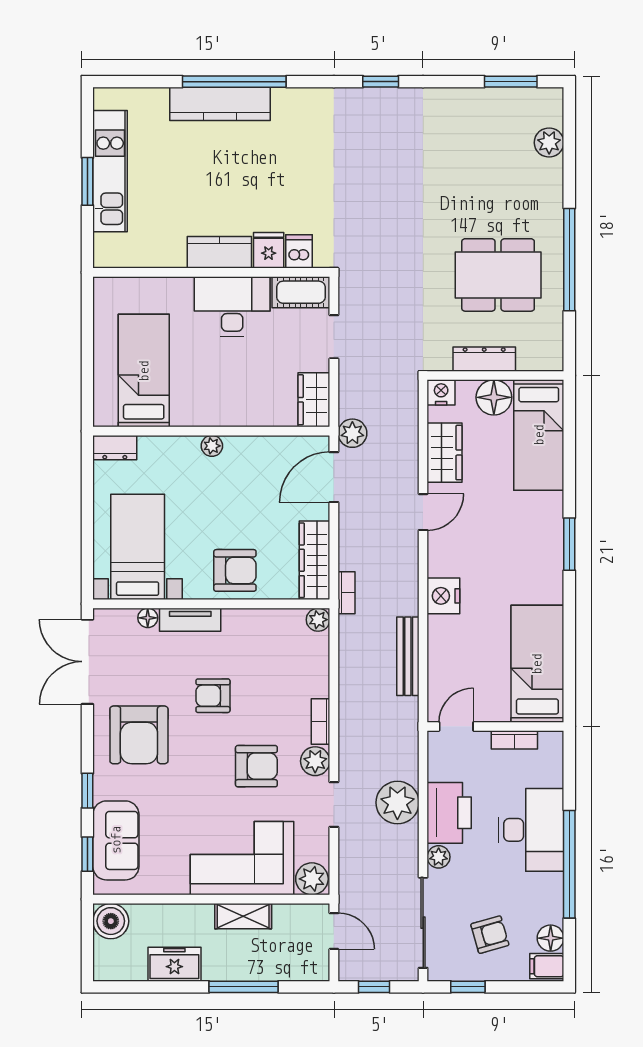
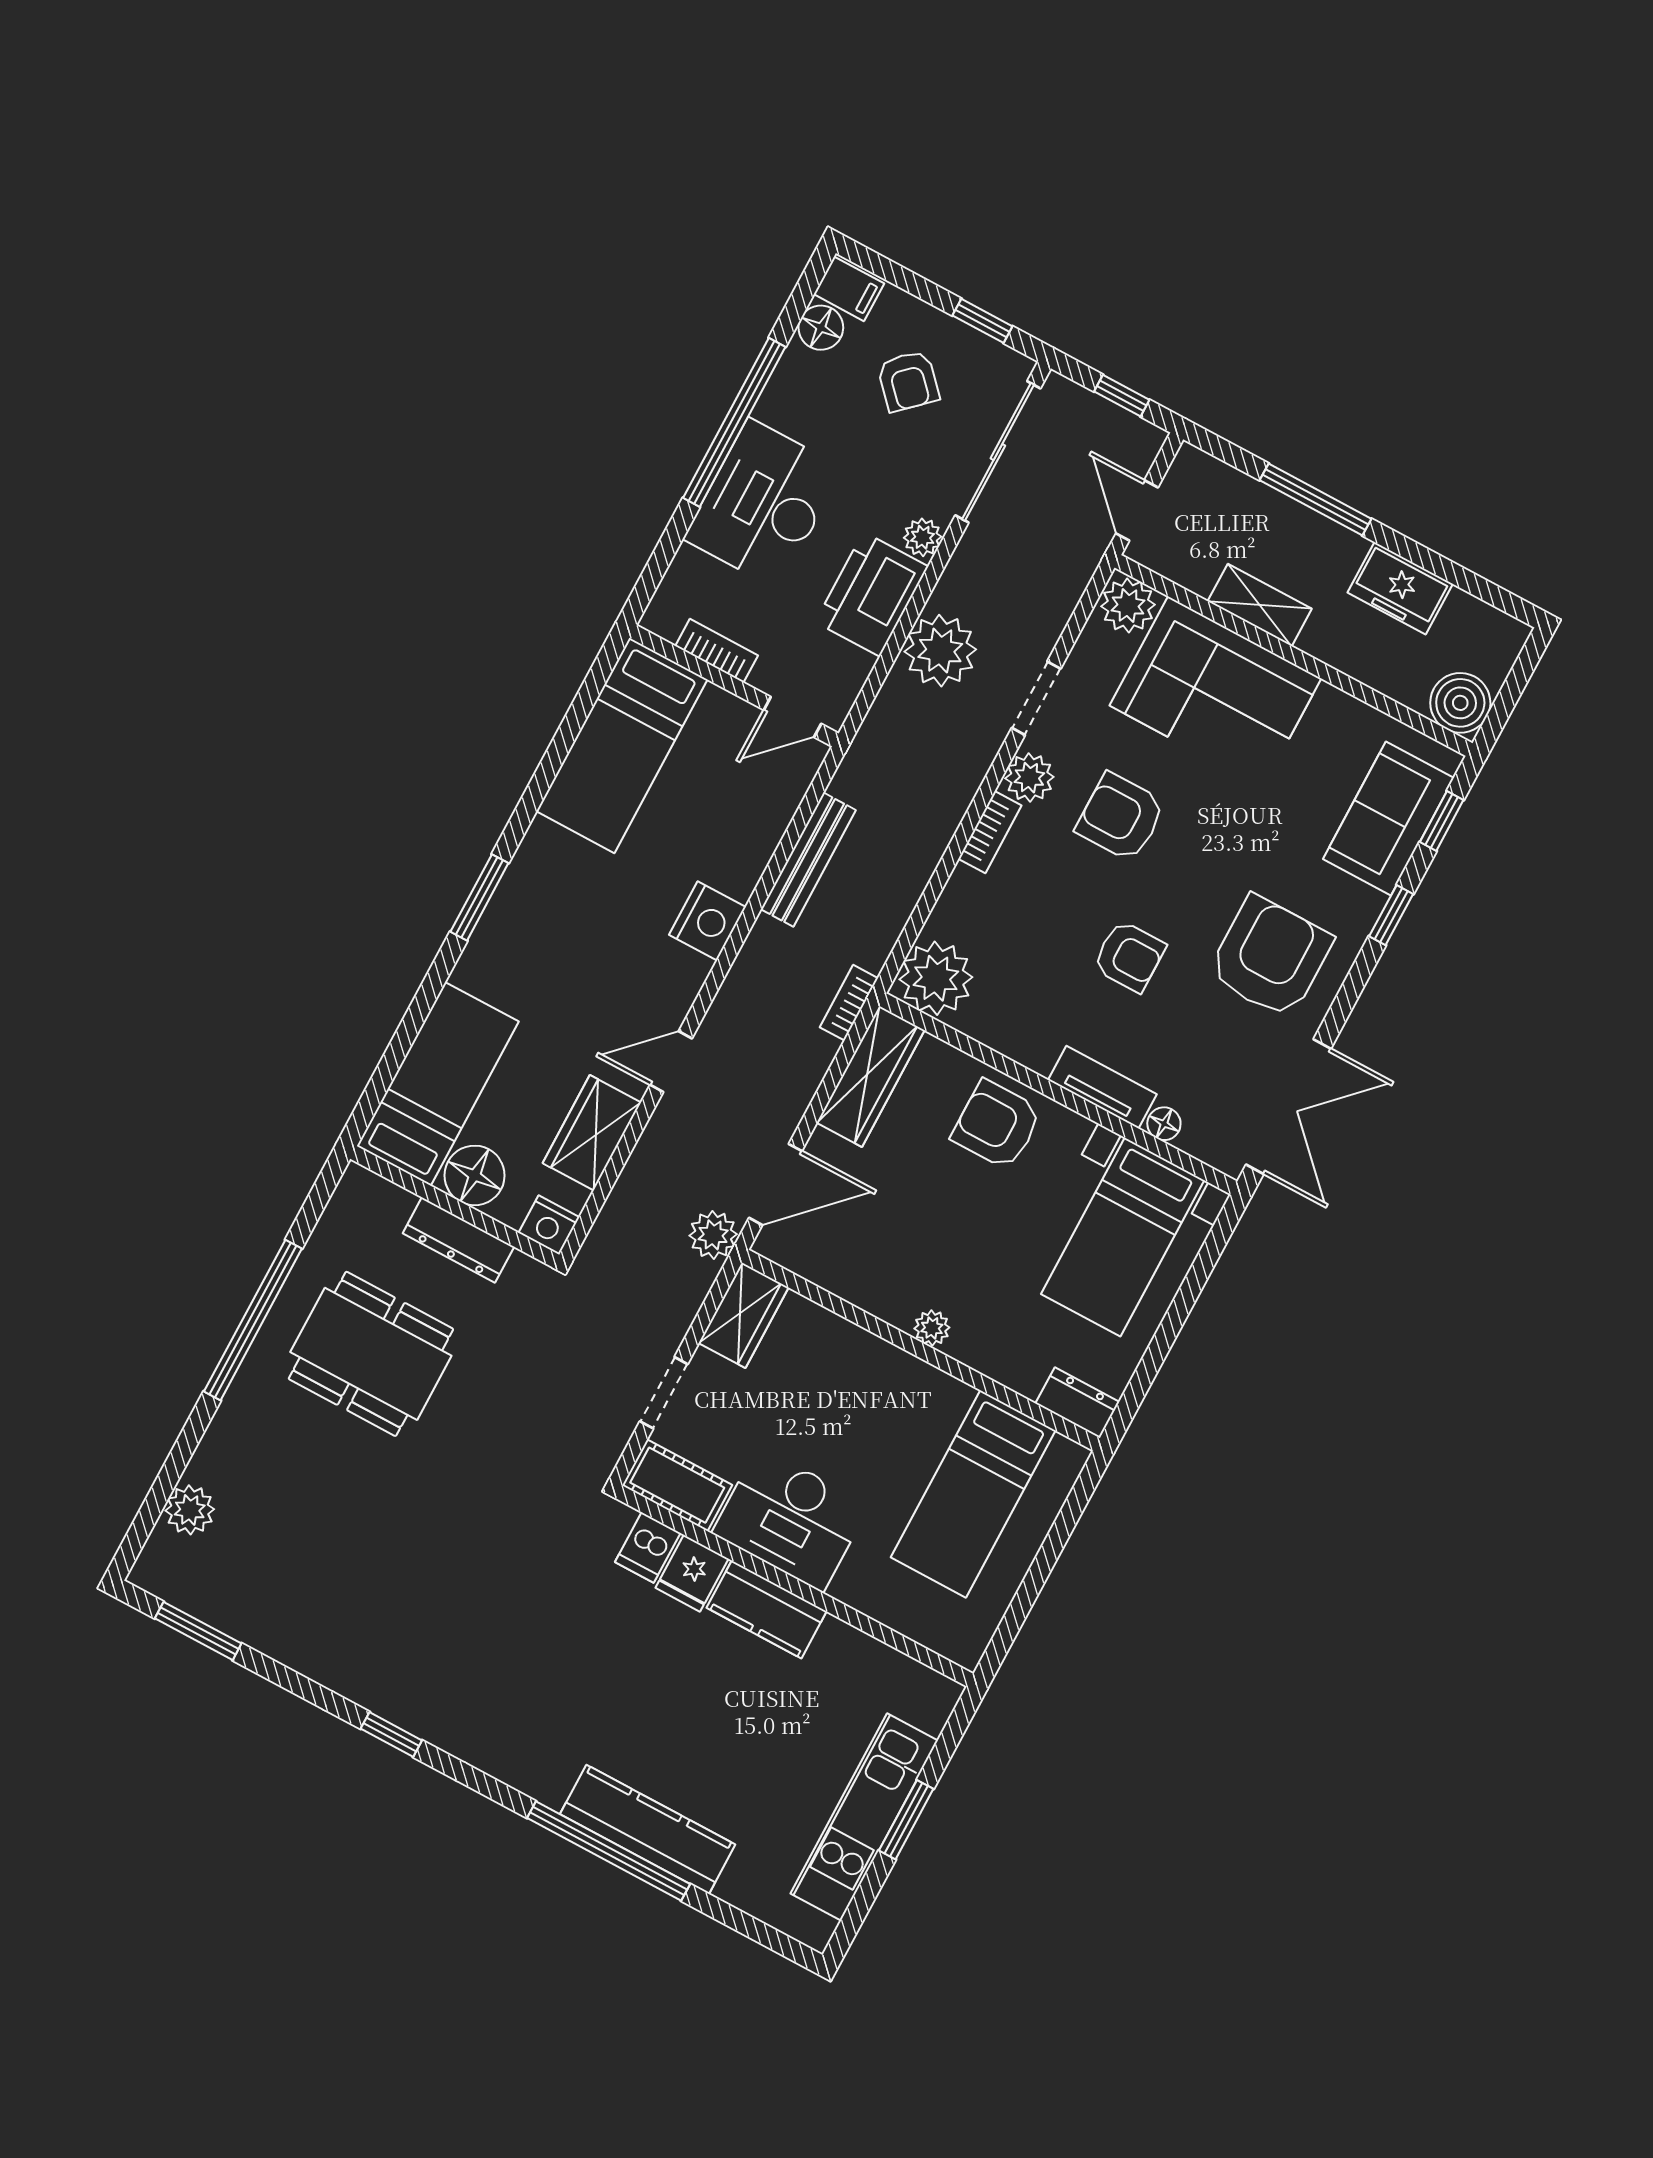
plant: (318, 620) -> (936, 978), width x1.88, depth x1.88
armchair: (490, 935) -> (908, 381), turned -117

